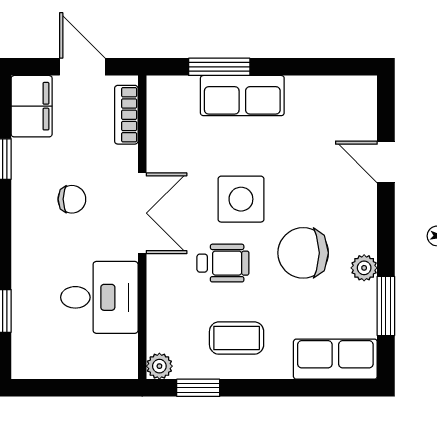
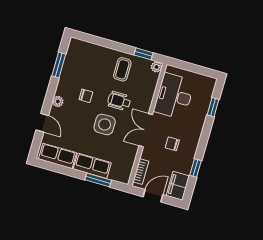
door: (82, 67) -> (153, 196), swing flipped
chair: (303, 253) -> (86, 96), width x0.54, depth x0.54
plant: (364, 268) -> (58, 101), moved
desk: (99, 297) -> (174, 96), width x1.37
coffee table: (237, 338) -> (122, 69), turned 90
row of seats: (335, 359) -> (57, 156), moved, turned 180

